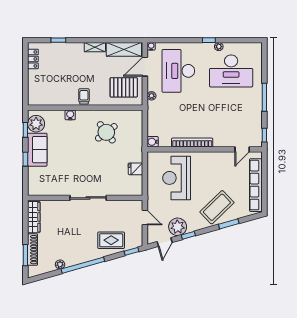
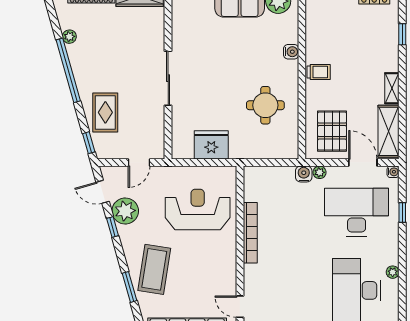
window: (209, 40) -> (402, 213), moved
round table: (106, 132) -> (265, 105), turned 37
water cooler: (153, 142) -> (304, 174), moved
fridge: (135, 169) -> (211, 145), width x1.88, depth x1.34
coffee table: (217, 207) -> (154, 269), turned 53

